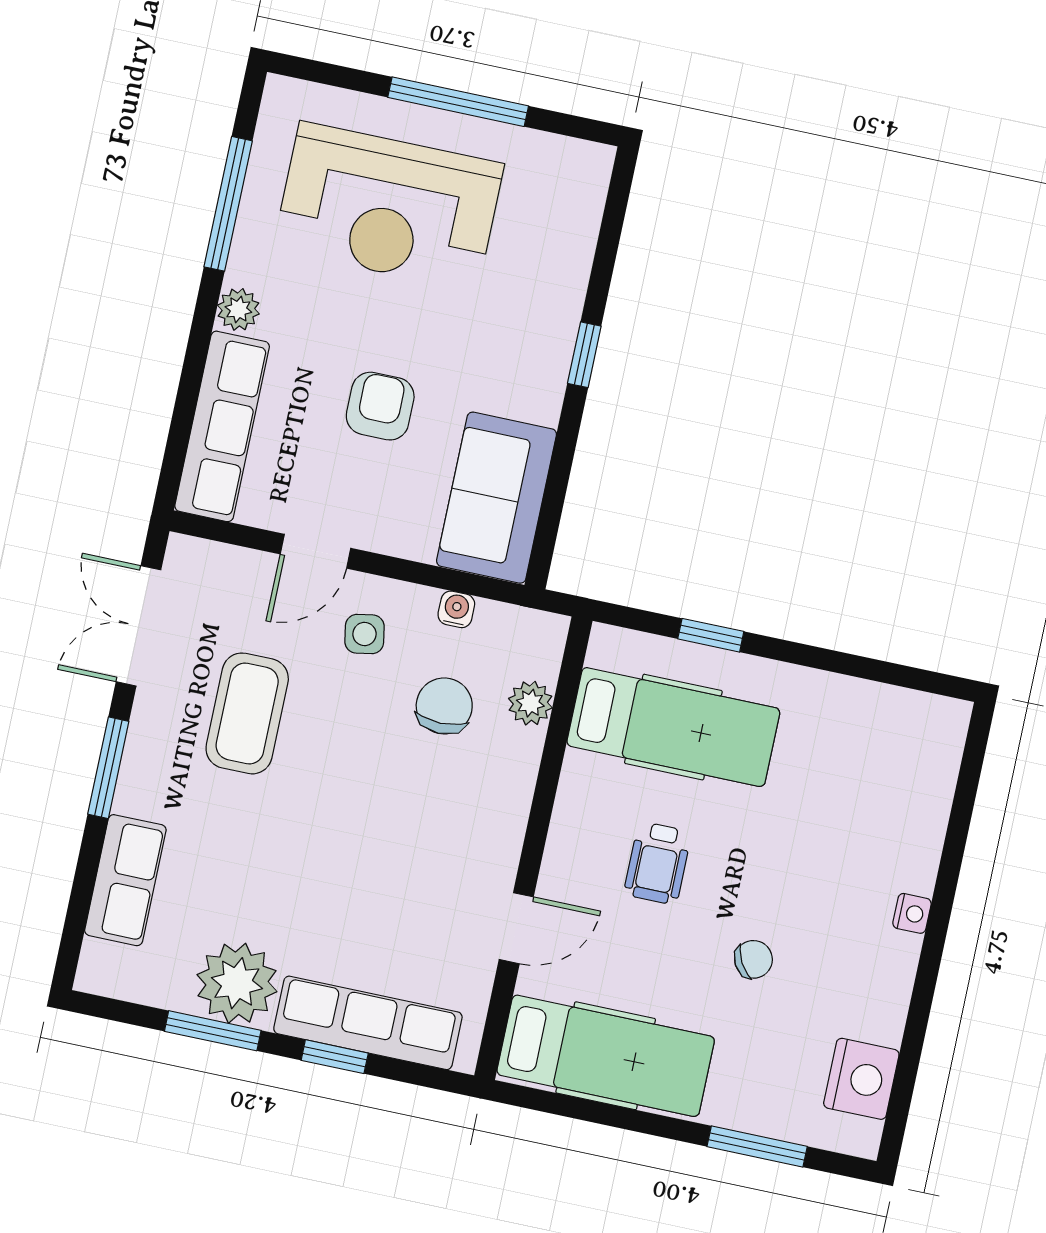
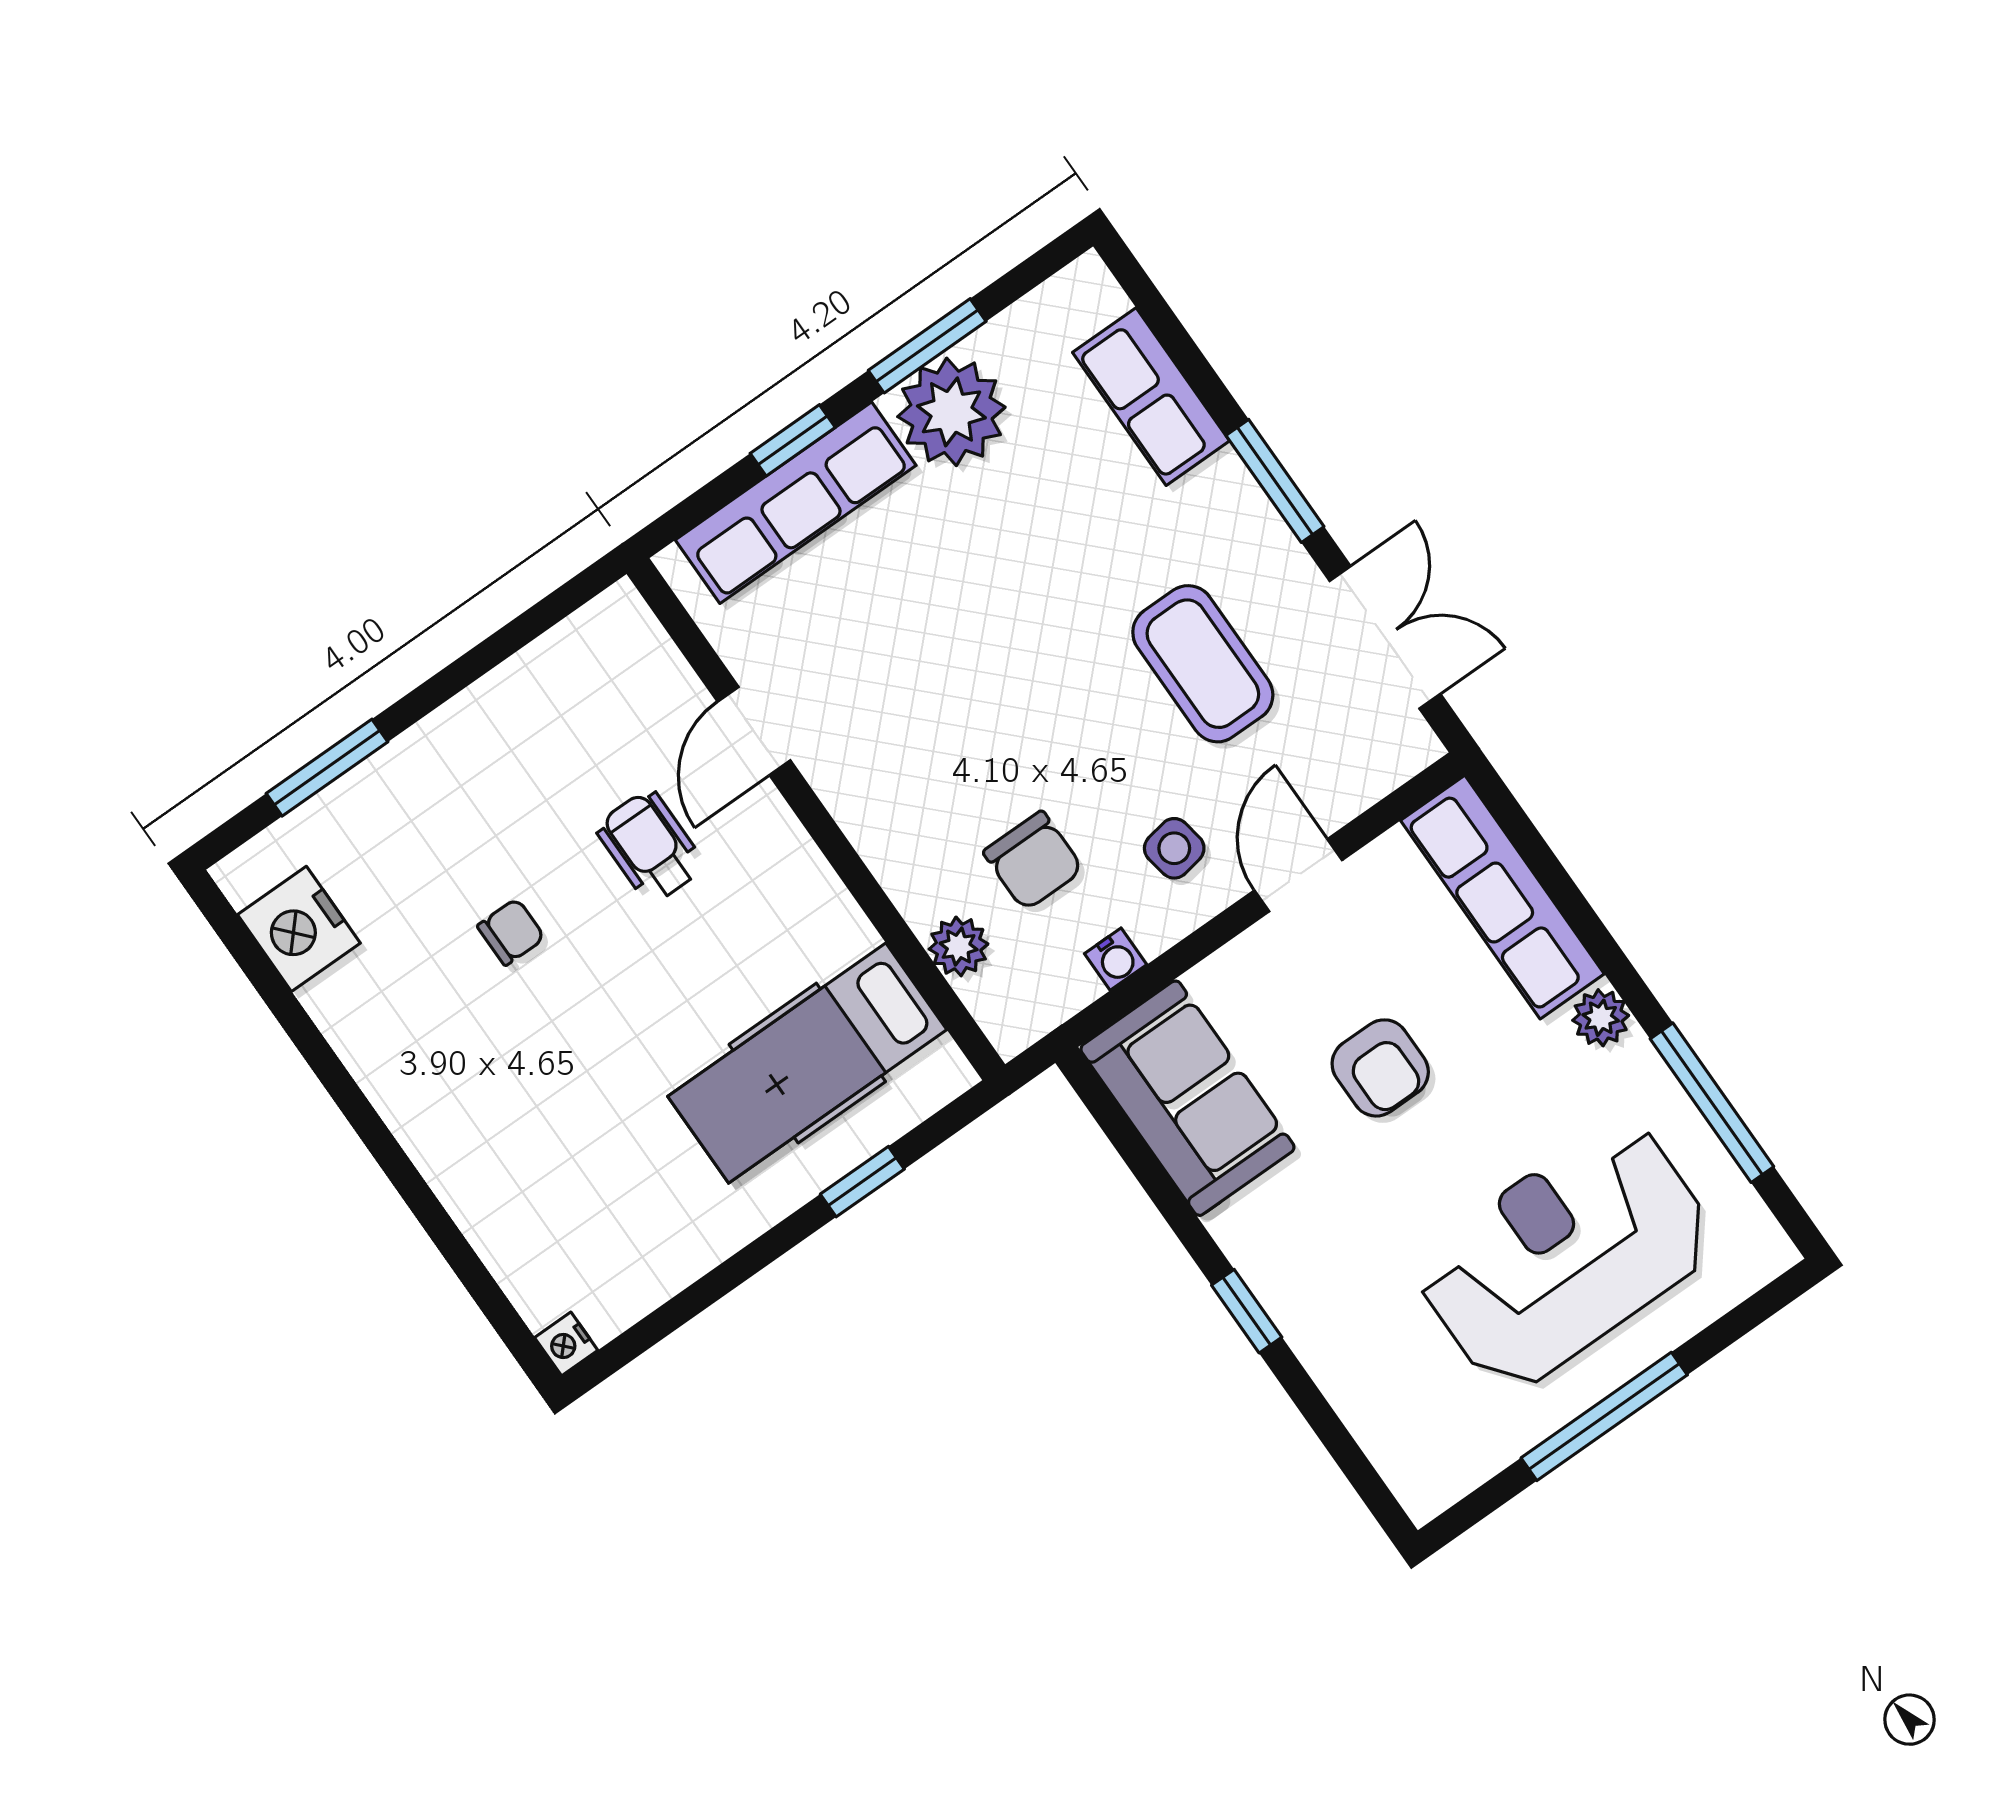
wheelchair: (658, 863) -> (650, 847), moved
nightstand: (912, 913) -> (566, 1344), moved
chair: (753, 959) -> (511, 932), turned -151
hospital bed: (606, 1056) -> (551, 703), removed

